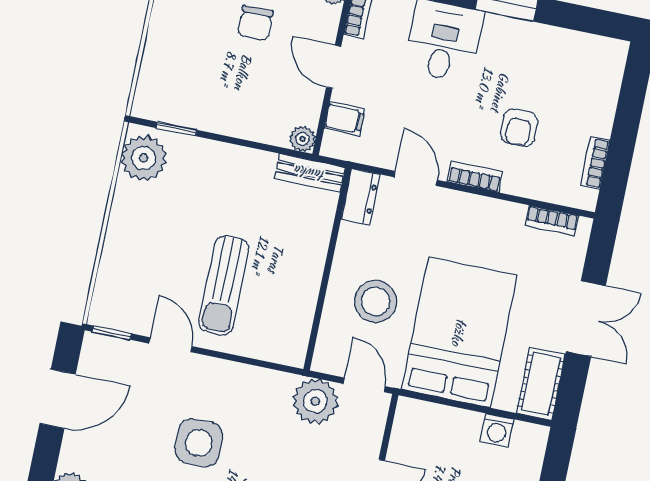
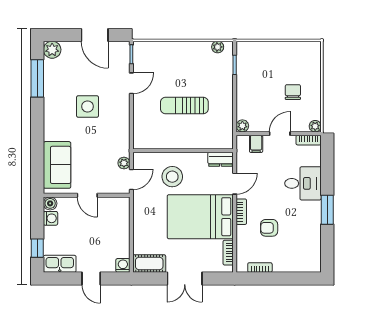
chair: (255, 23) -> (293, 92), turned 90
plant: (144, 158) -> (218, 47), width x0.53, depth x0.53
bench: (310, 173) -> (227, 133), removed
sun lounger: (224, 285) -> (184, 105), moved
bed: (459, 332) -> (200, 217), moved, turned 180
plant: (315, 401) -> (124, 163), width x0.53, depth x0.53
washing machine: (497, 430) -> (123, 265), moved, turned 90

